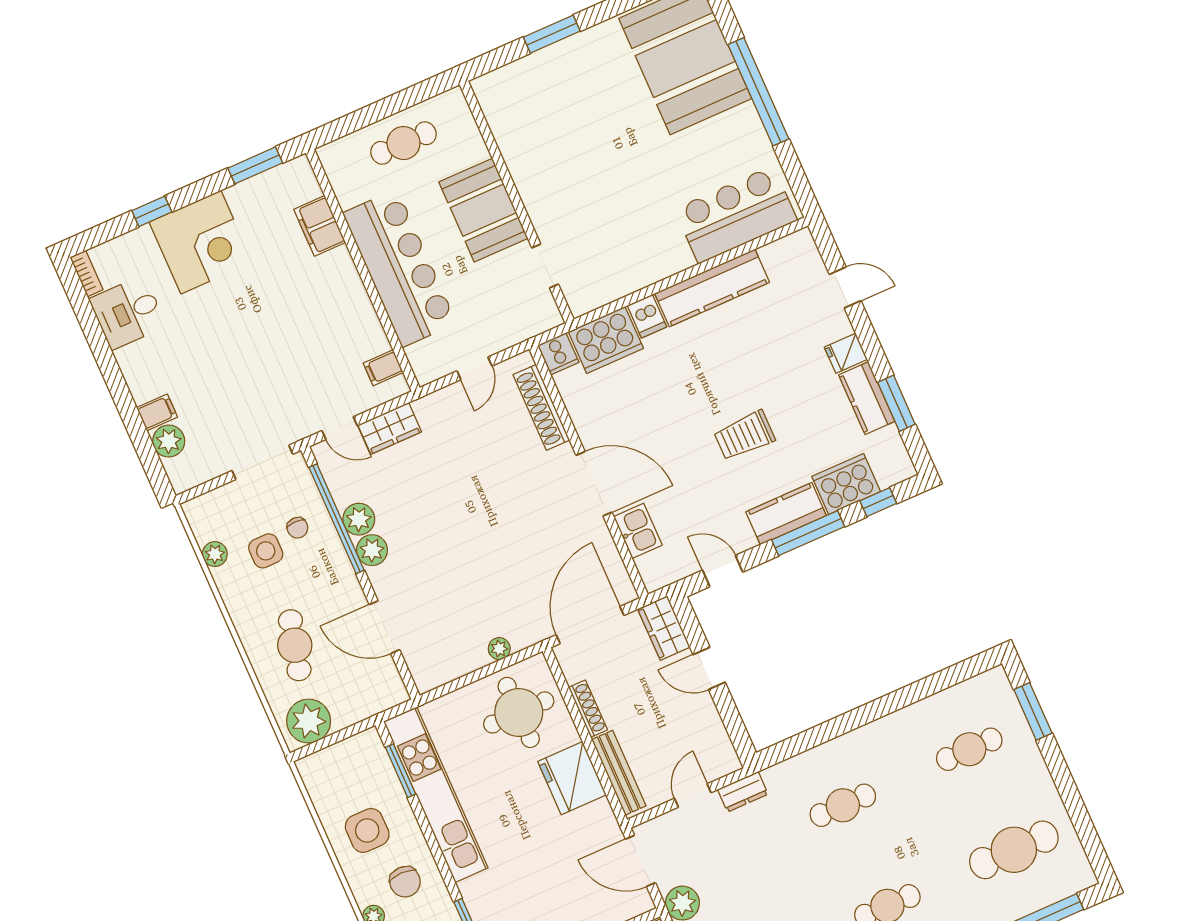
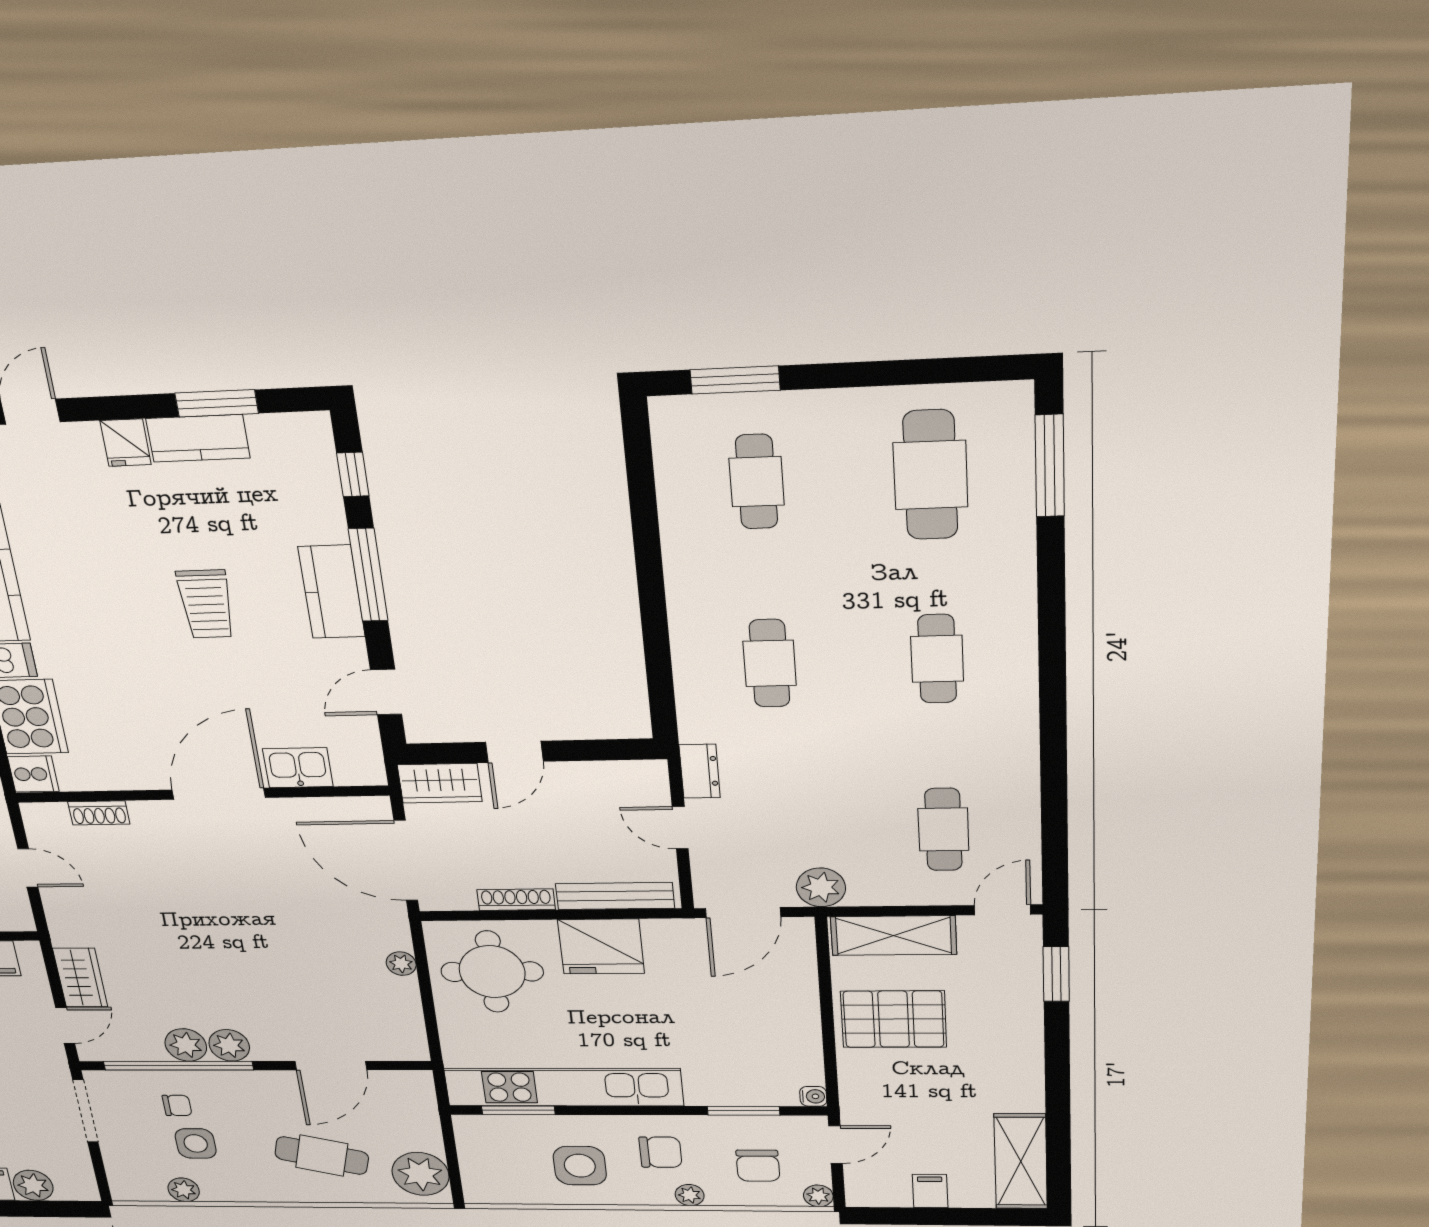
shoe rack: (541, 407) -> (99, 813), width x0.51, depth x0.81
cooker: (846, 484) -> (314, 505), removed

